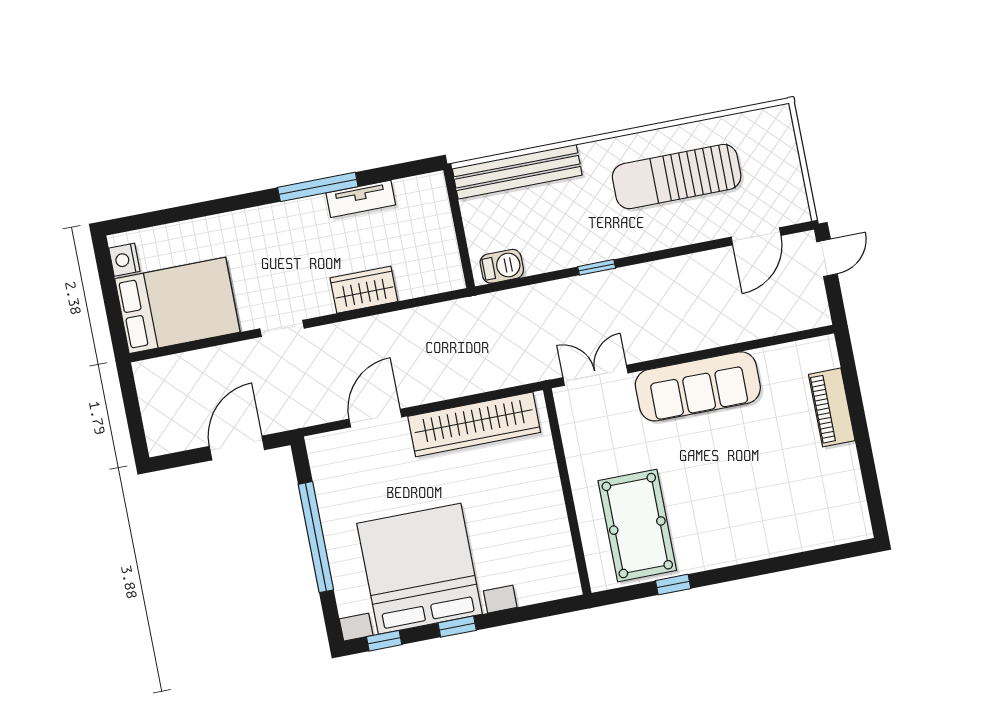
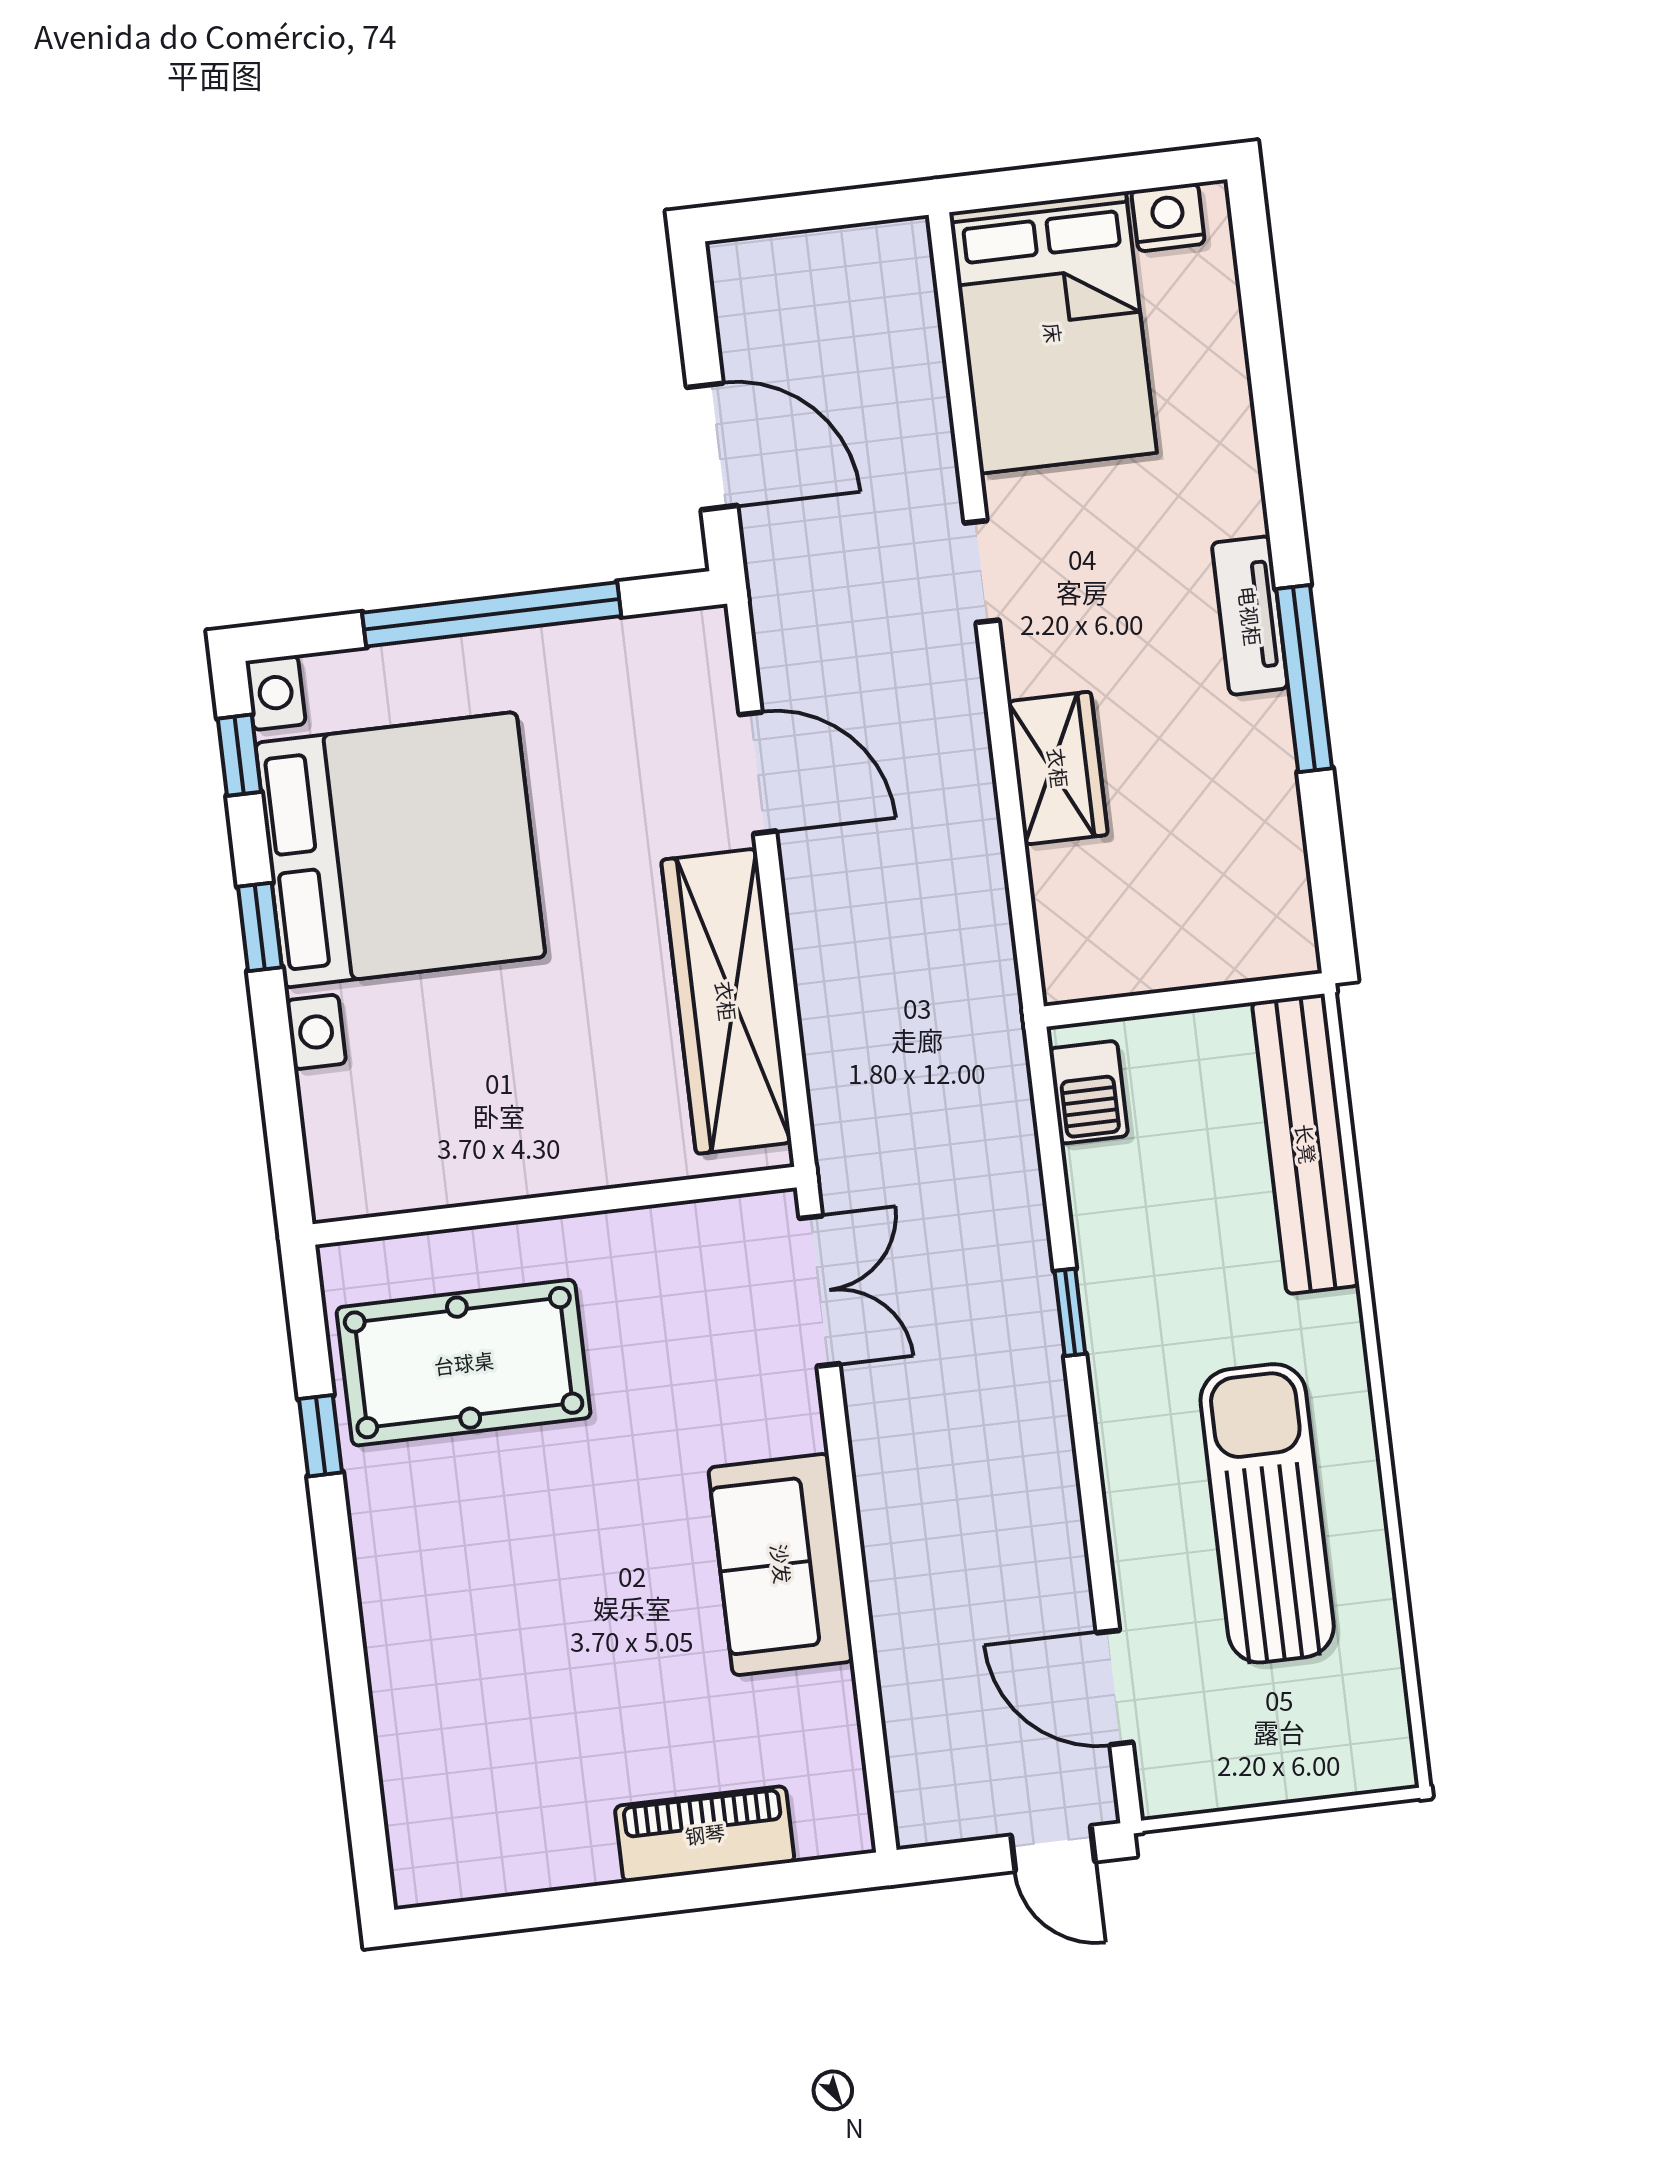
tv unit: (361, 199) -> (1250, 616), moved
sofa: (698, 386) -> (781, 1564), width x0.73

